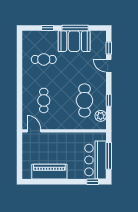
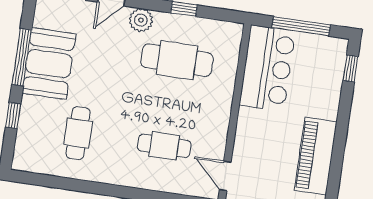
plant: (101, 116) -> (141, 20), moved
door: (34, 131) -> (225, 176), hinge flipped
bar counter: (96, 160) -> (267, 68), moved, turned -90

